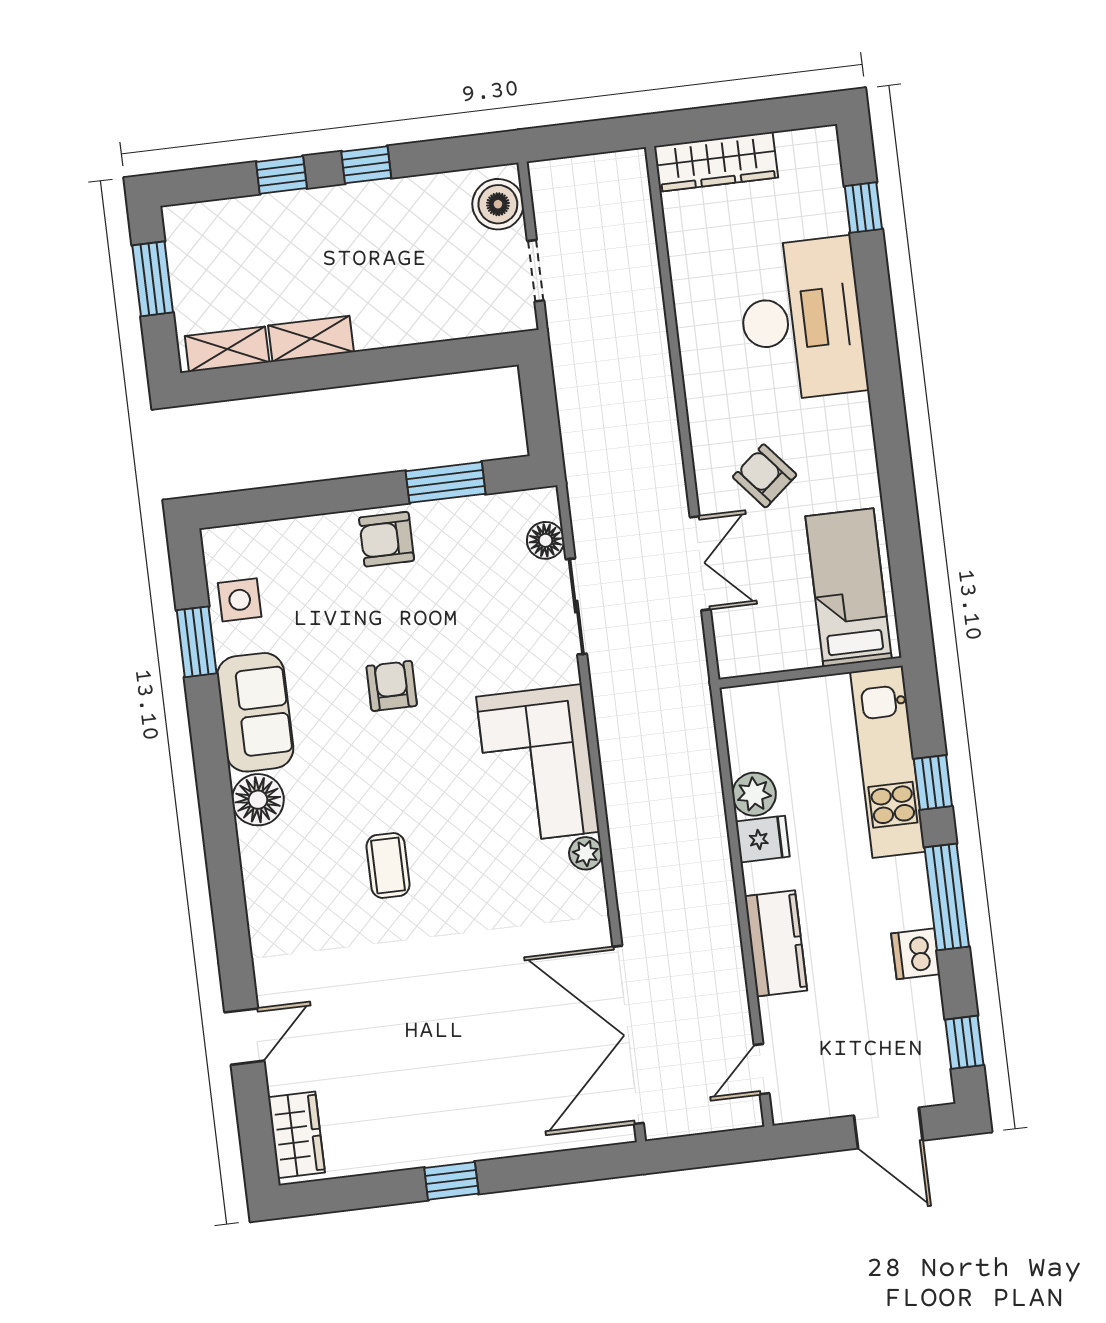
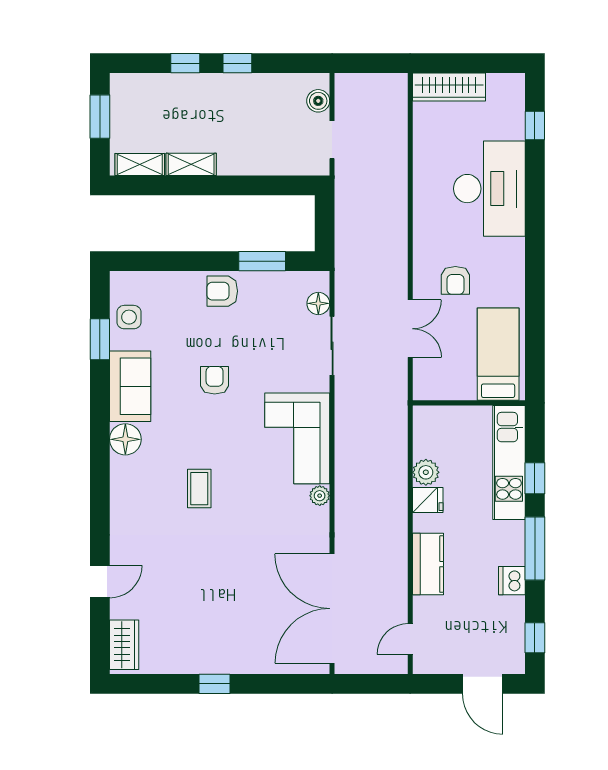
boiler: (498, 204) -> (318, 101), width x0.73, depth x0.73
armchair: (765, 476) -> (455, 280), turned -140

